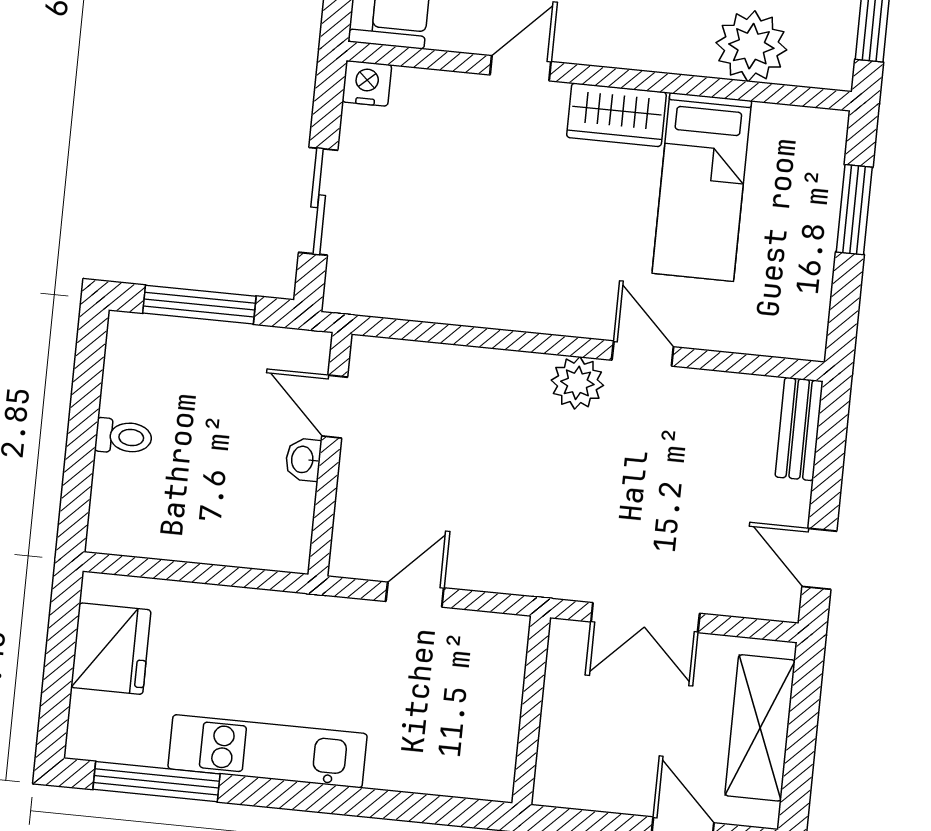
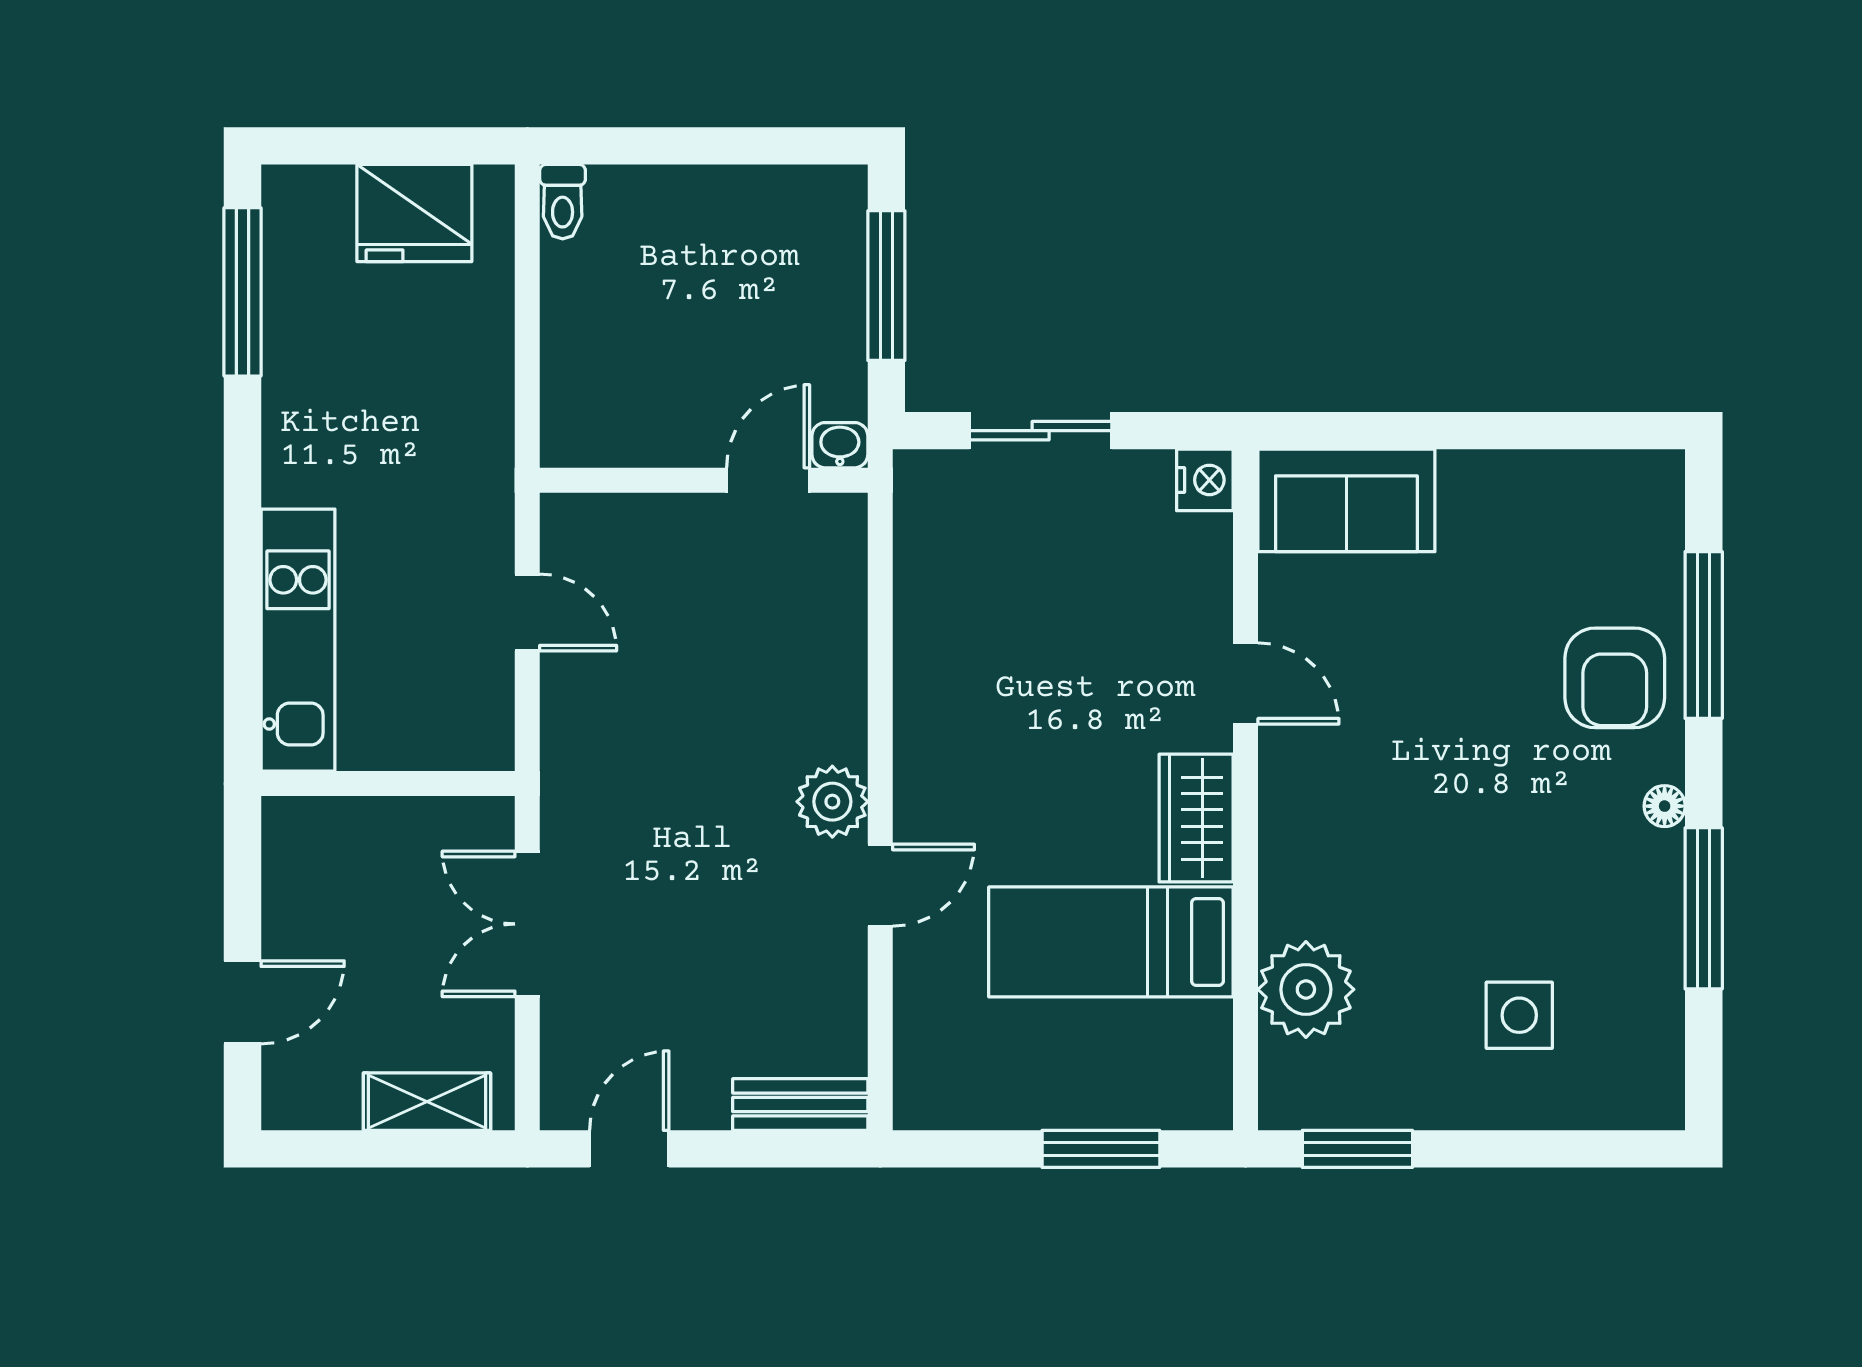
toilet: (124, 437) -> (563, 202), moved
washbasin: (303, 460) -> (840, 445), moved
shelving: (760, 728) -> (427, 1102), width x0.67, depth x0.75
kitchen unit: (268, 751) -> (298, 640), moved

